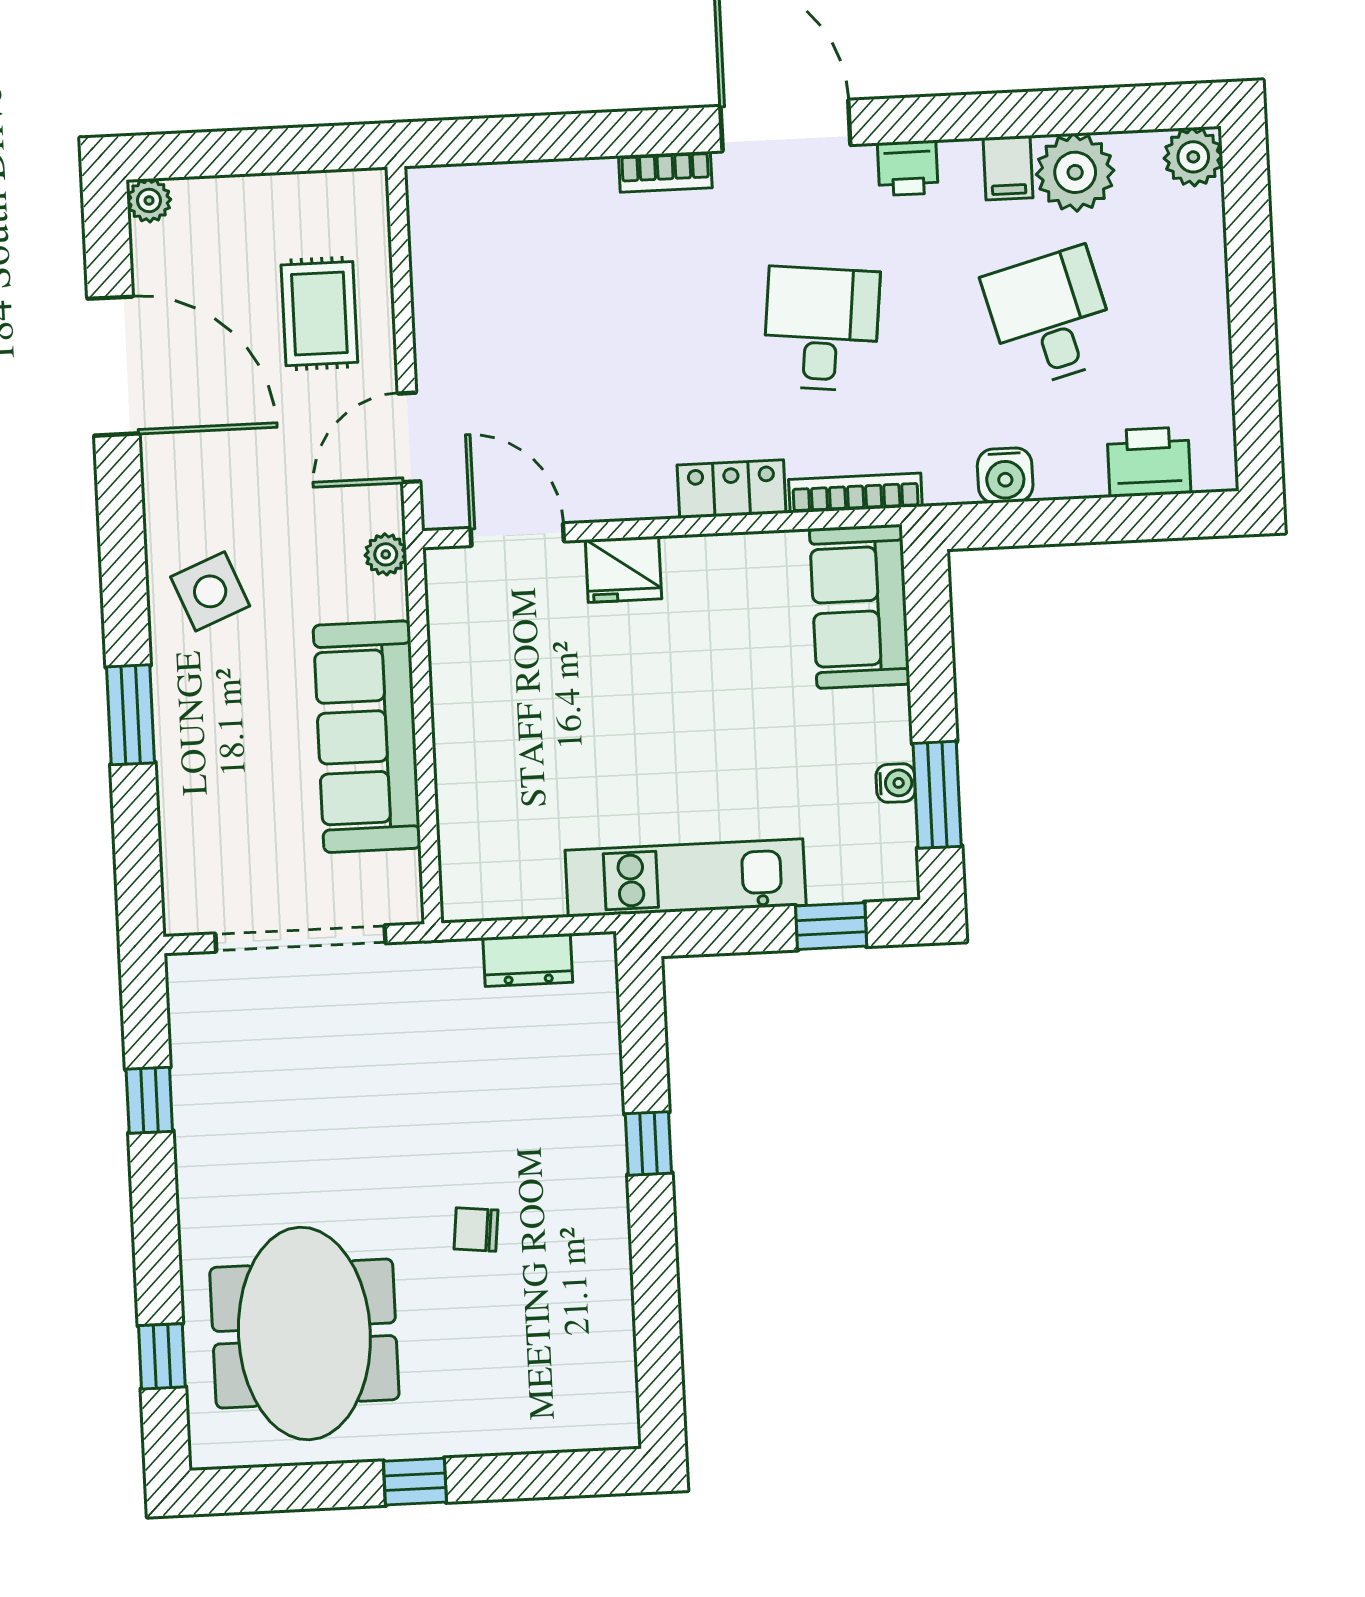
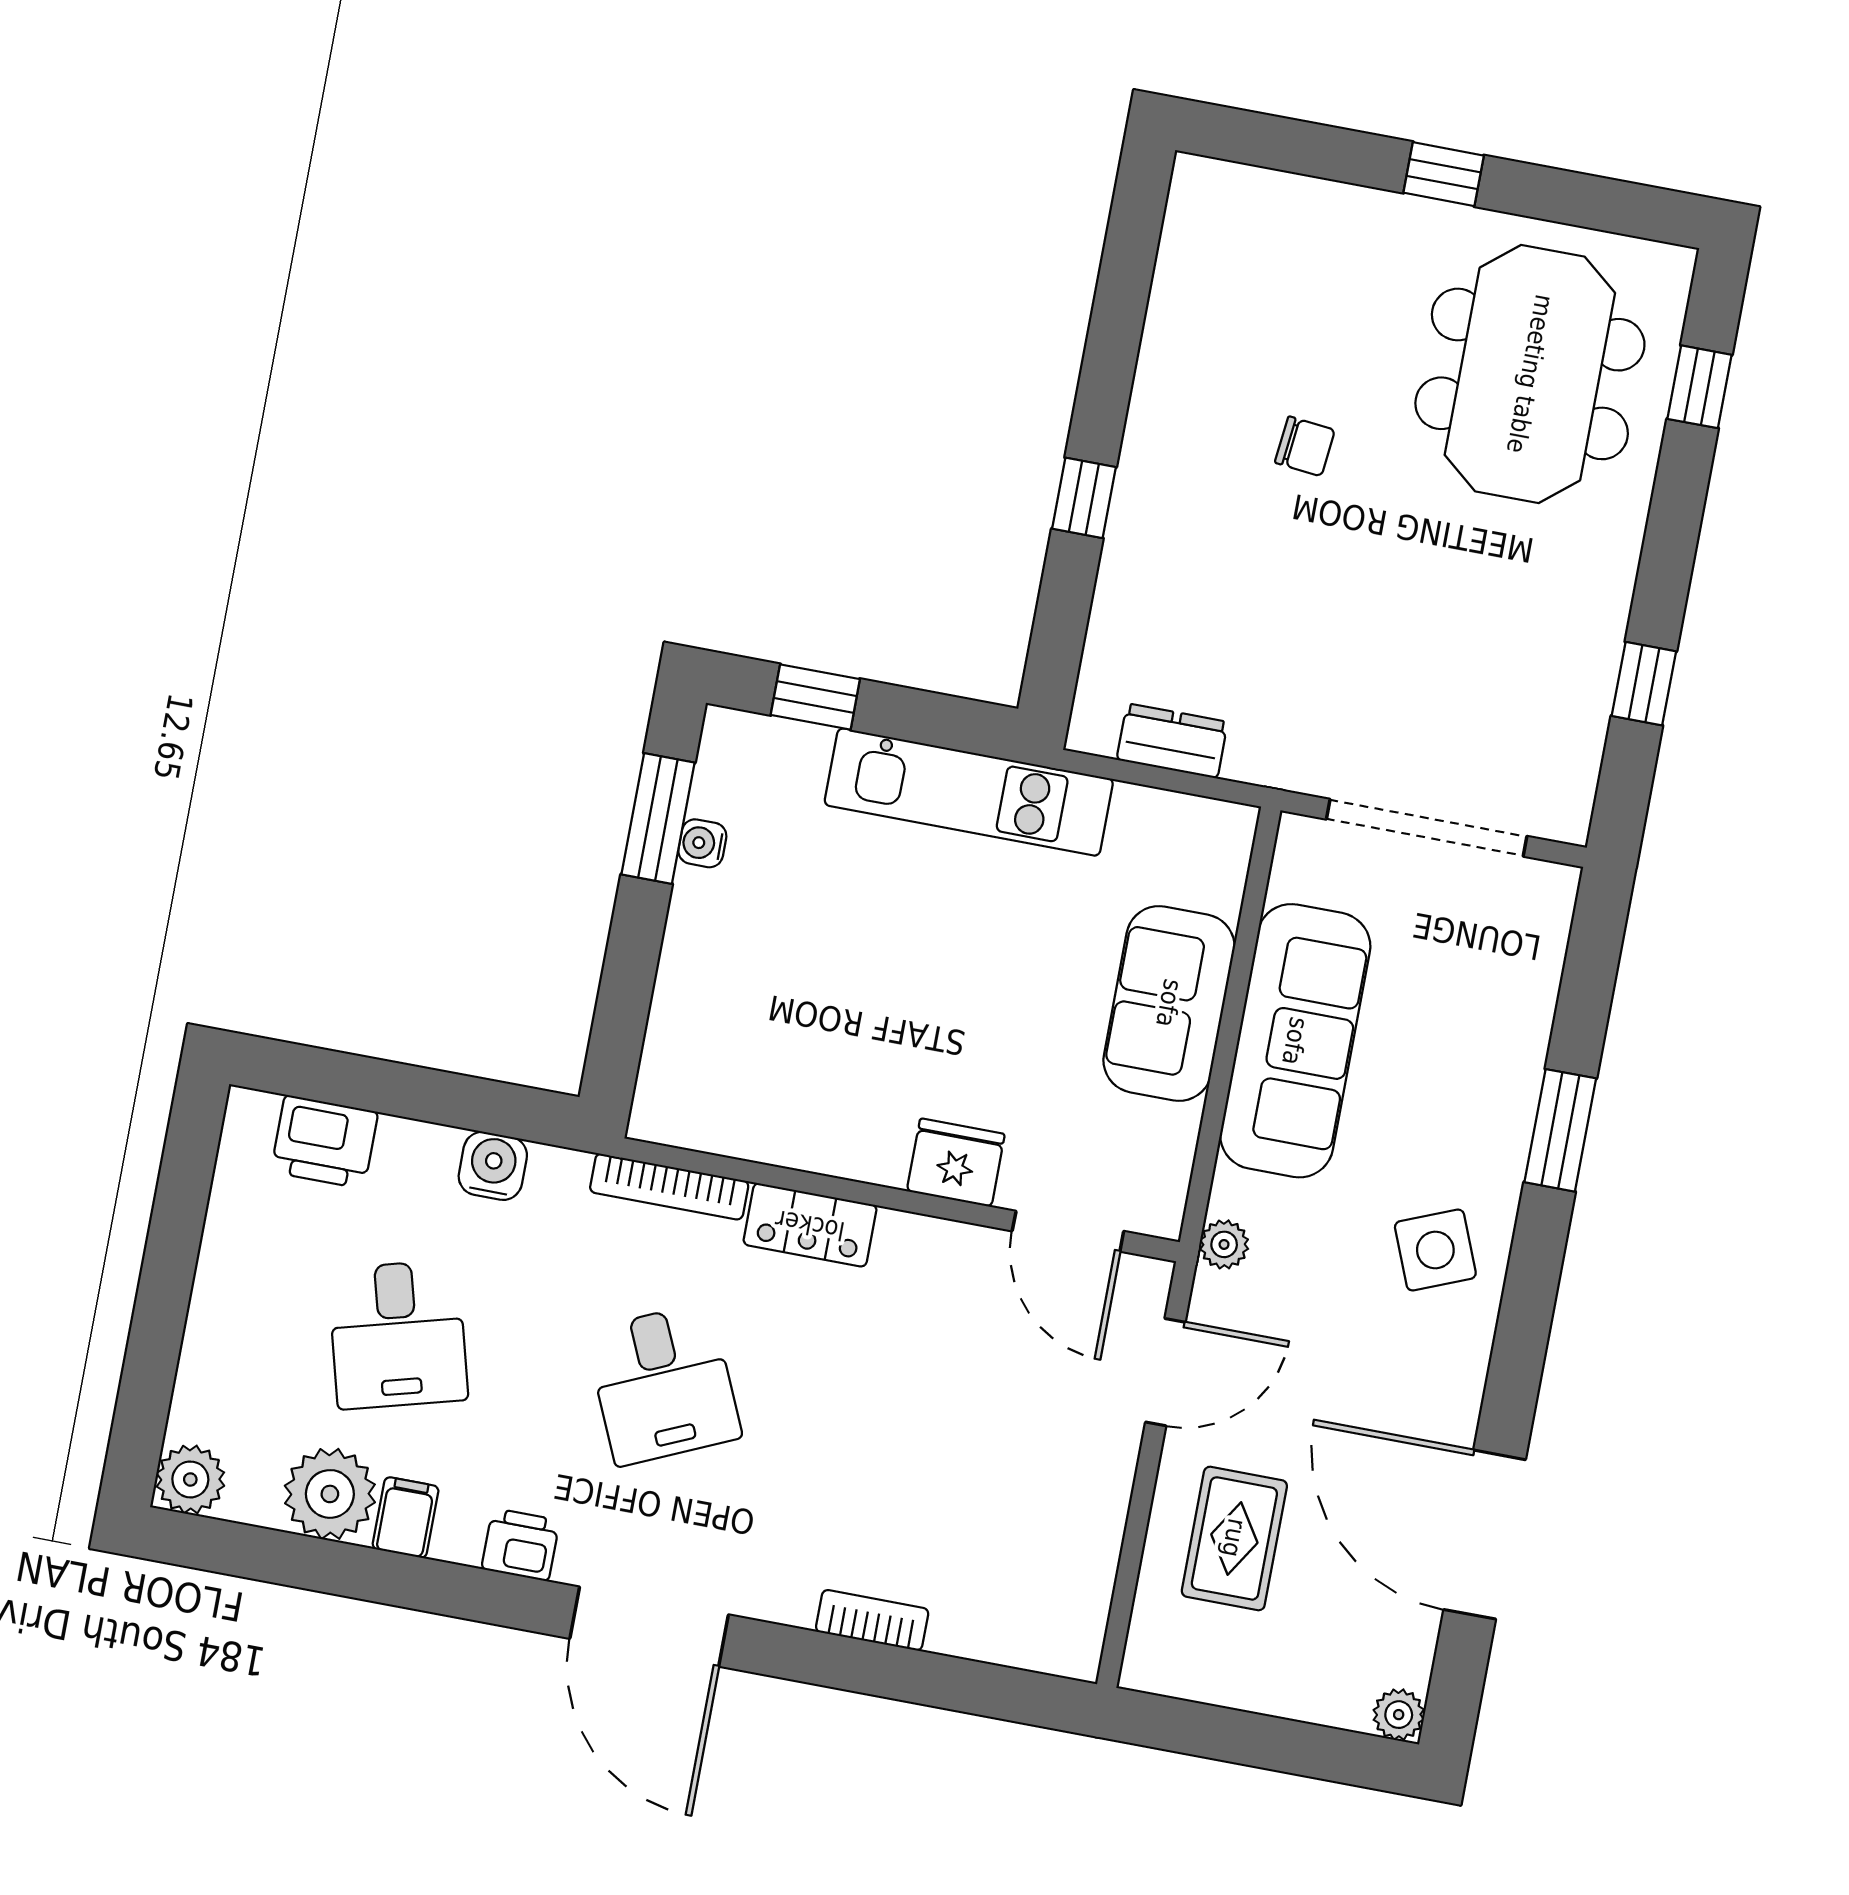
bookcase: (665, 172) -> (872, 1620), moved
desk: (821, 329) -> (663, 1384), turned -30
sofa: (860, 606) -> (1169, 1003), moved, turned 180

